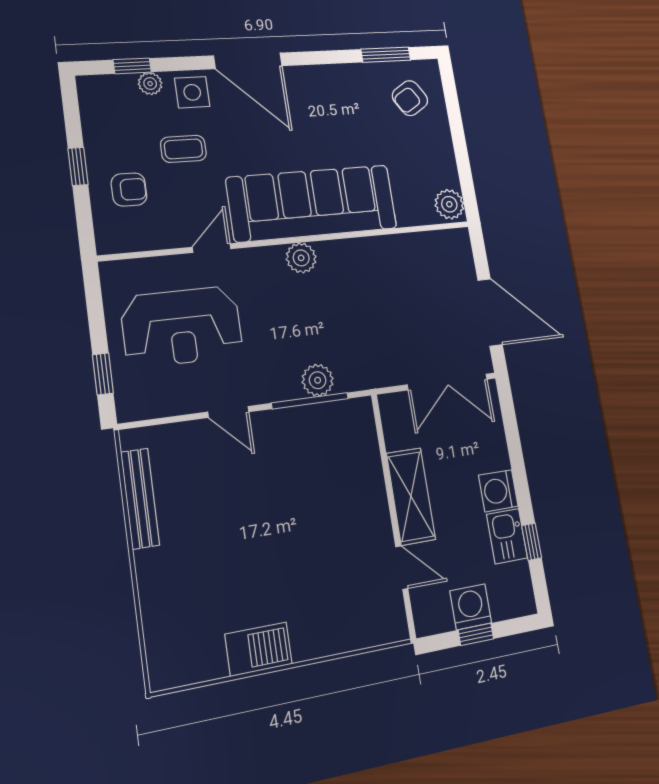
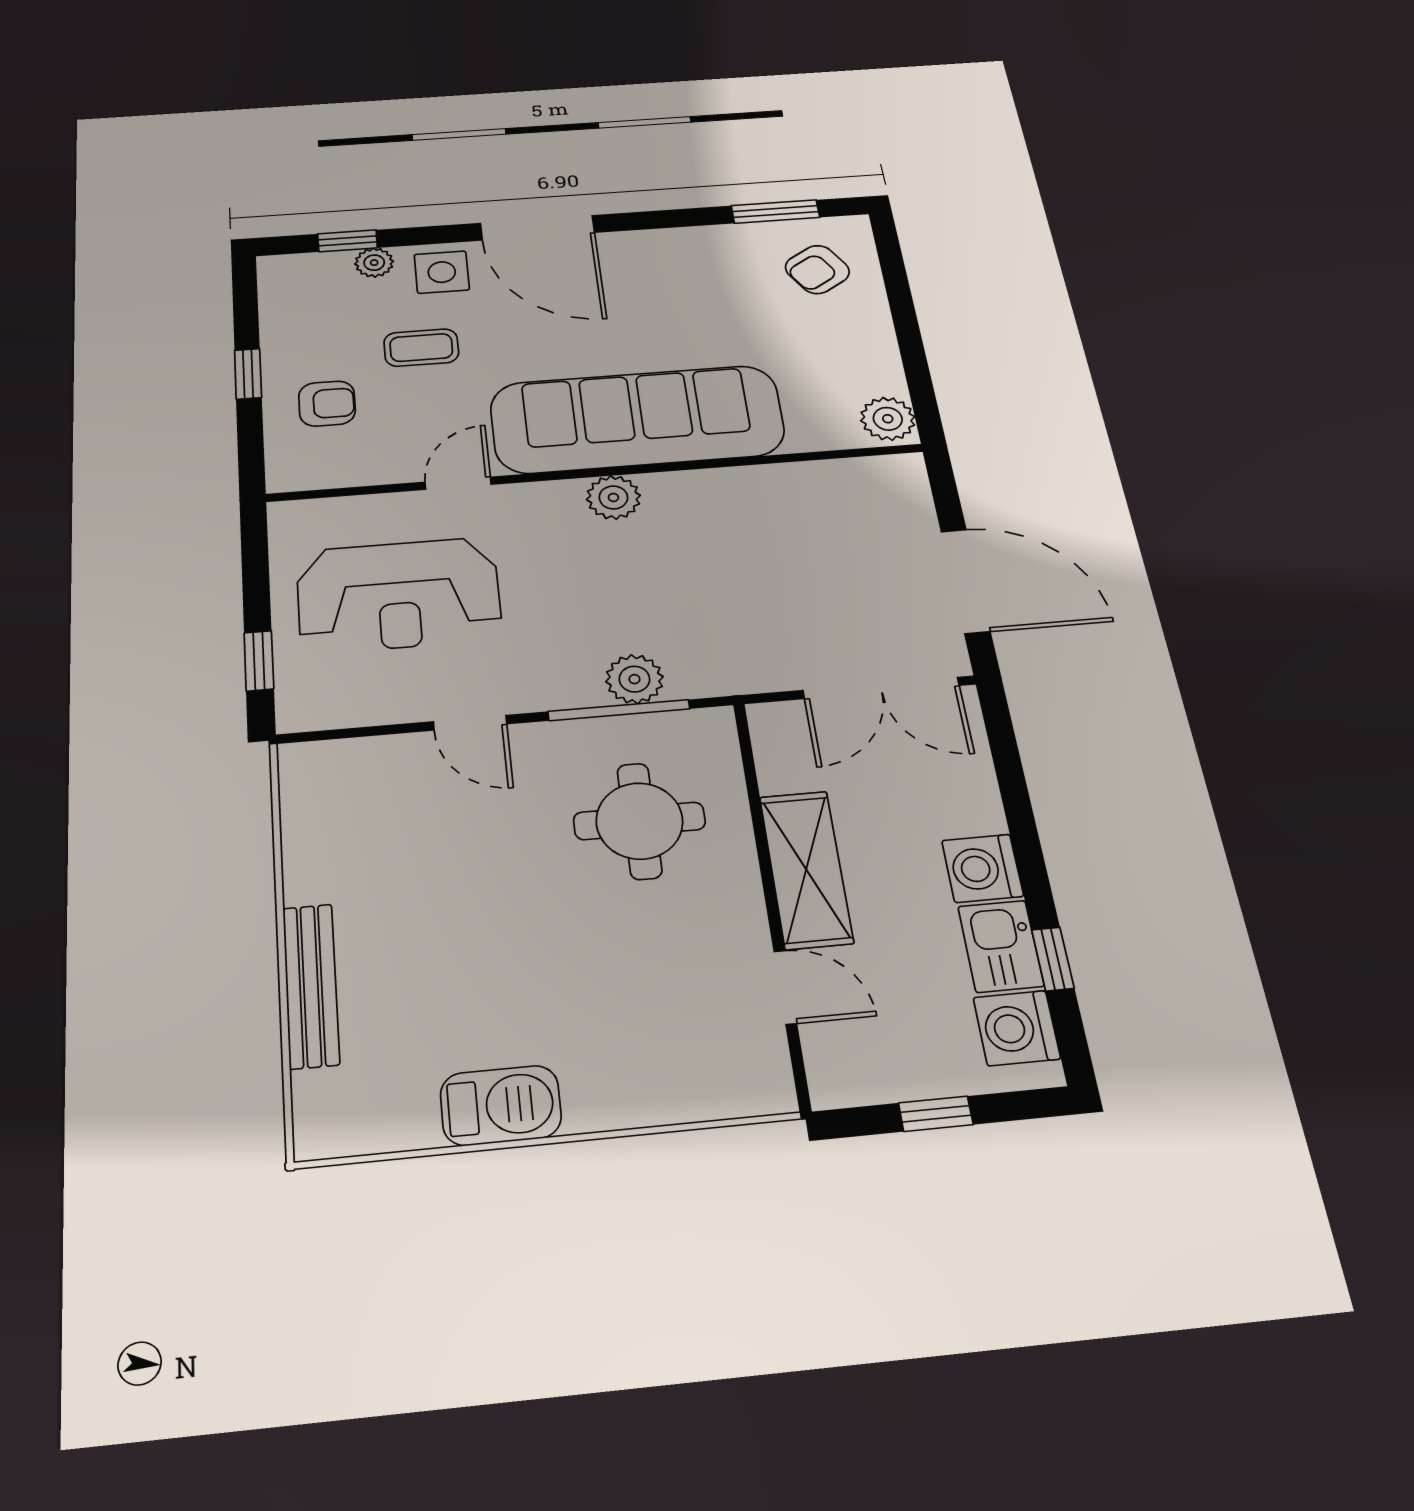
round table: (324, 471) -> (639, 821), added
bench: (140, 498) -> (311, 985), moved
washing machine: (471, 607) -> (1017, 1028), moved, turned -90

